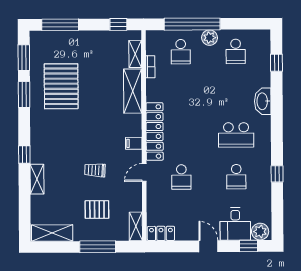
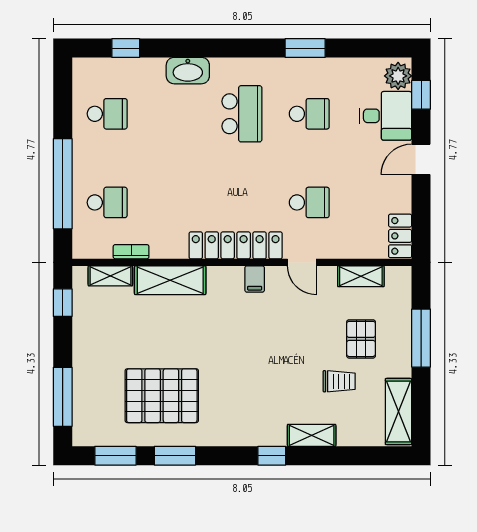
plant: (210, 38) -> (85, 156), removed
trolley: (95, 170) -> (339, 381), moved, turned -93
window: (277, 174) -> (305, 48), width x1.50
shelving: (136, 226) -> (361, 276), moved

